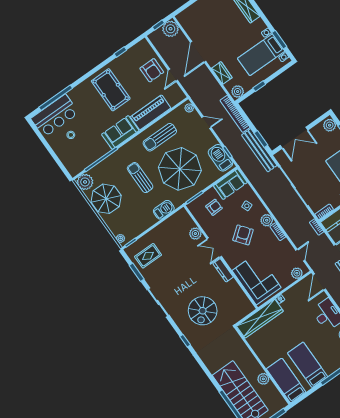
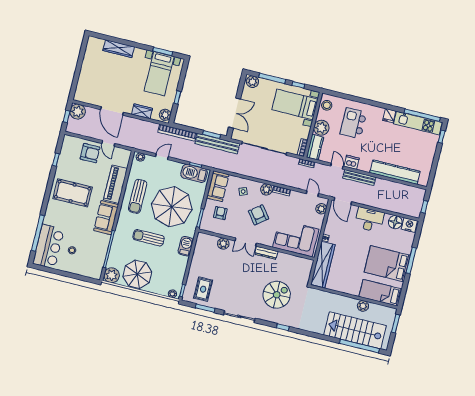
spiral stairs: (203, 311) -> (277, 295), turned -90
bed: (308, 365) -> (387, 264), width x1.50

